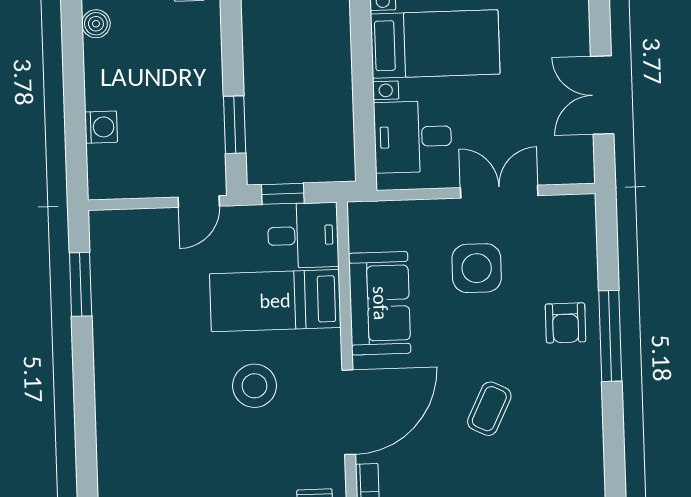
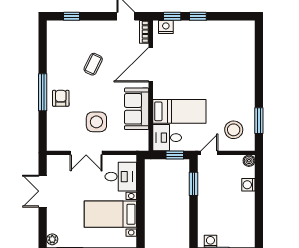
boiler: (96, 24) -> (249, 161), moved
double door: (602, 95) -> (43, 191), swing flipped
stool: (255, 386) -> (234, 130), moved

